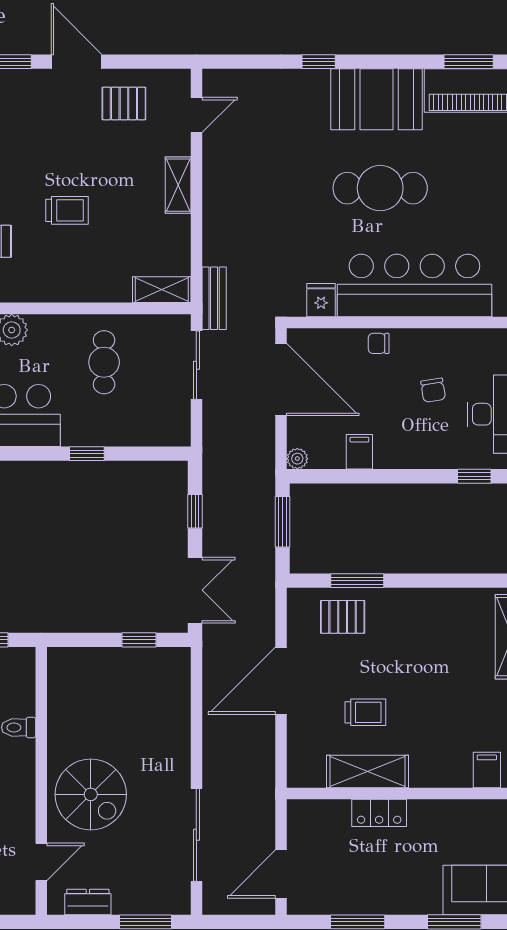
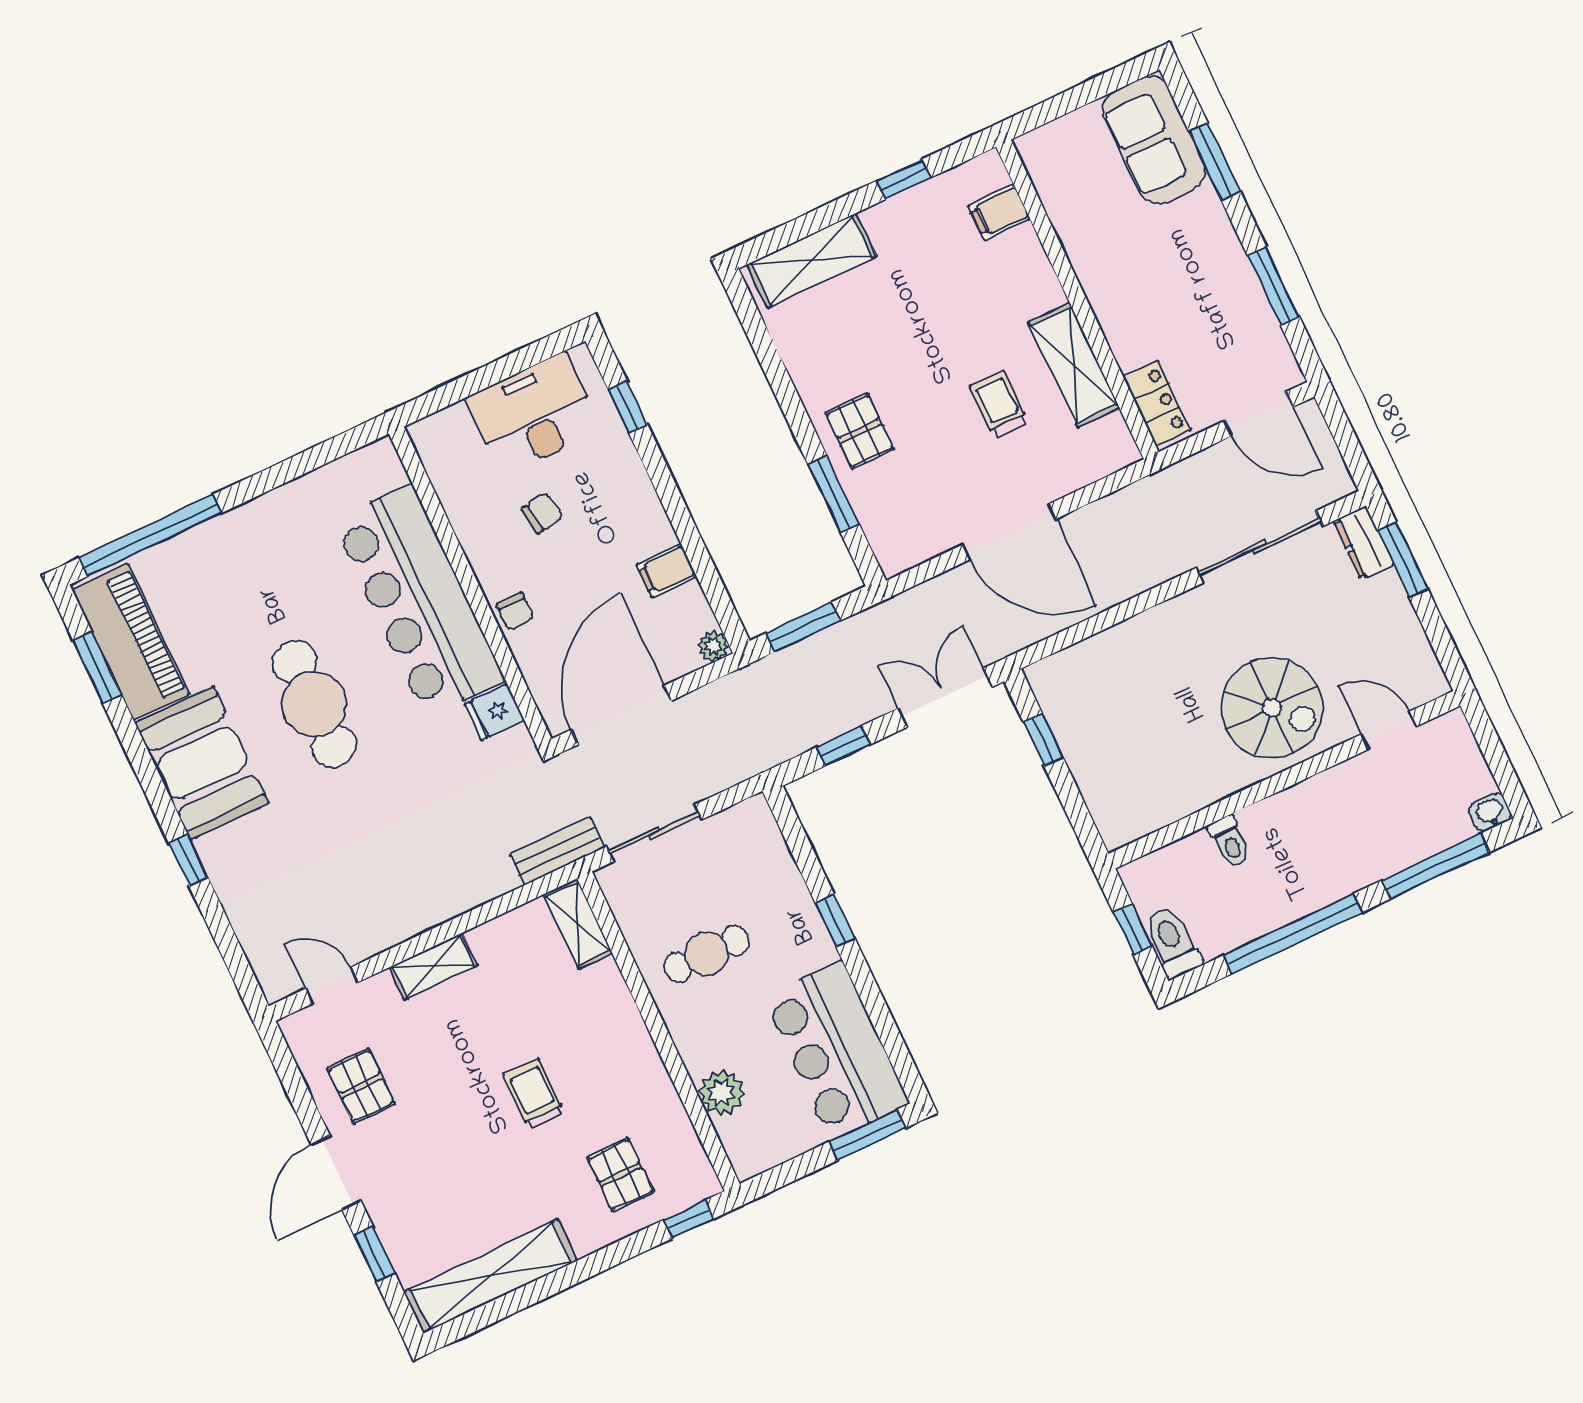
pallet: (343, 617) -> (860, 431), moved
spiral stairs: (91, 794) -> (1272, 708), turned 90
locker: (379, 813) -> (1157, 403), moved
dresser: (88, 902) -> (1363, 543), moved

